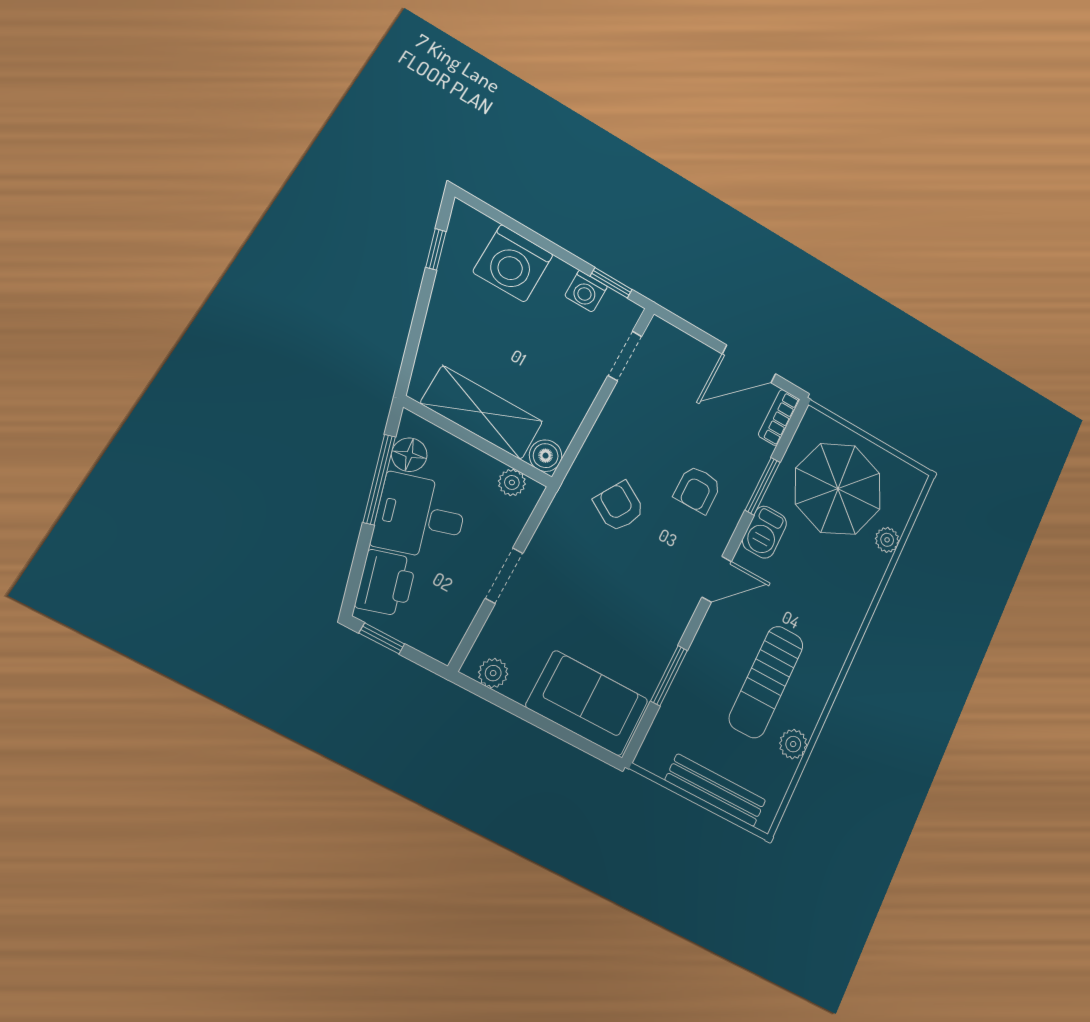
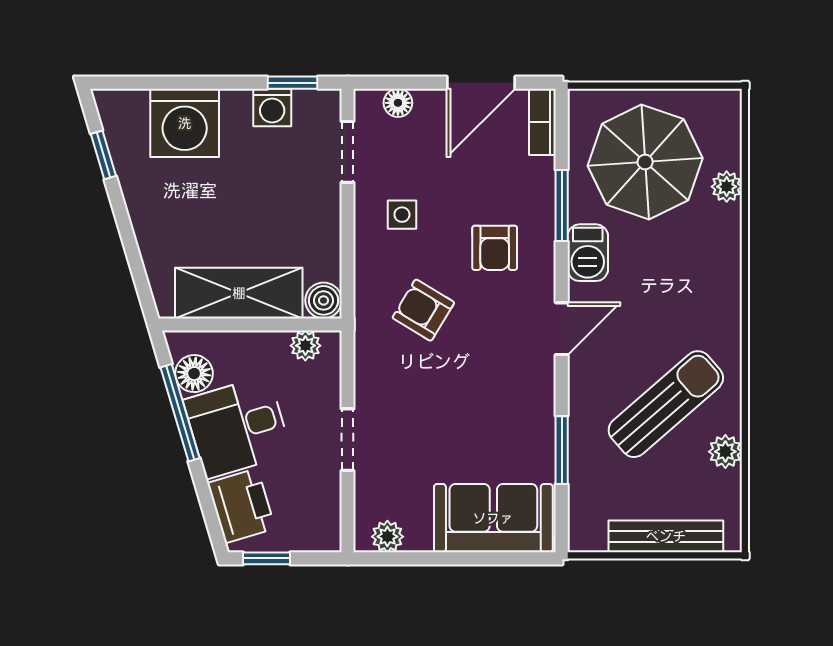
floor lamp: (681, 343) -> (398, 103), added
side table: (641, 425) -> (402, 215), added
sun lounger: (766, 682) -> (666, 404), turned -131

